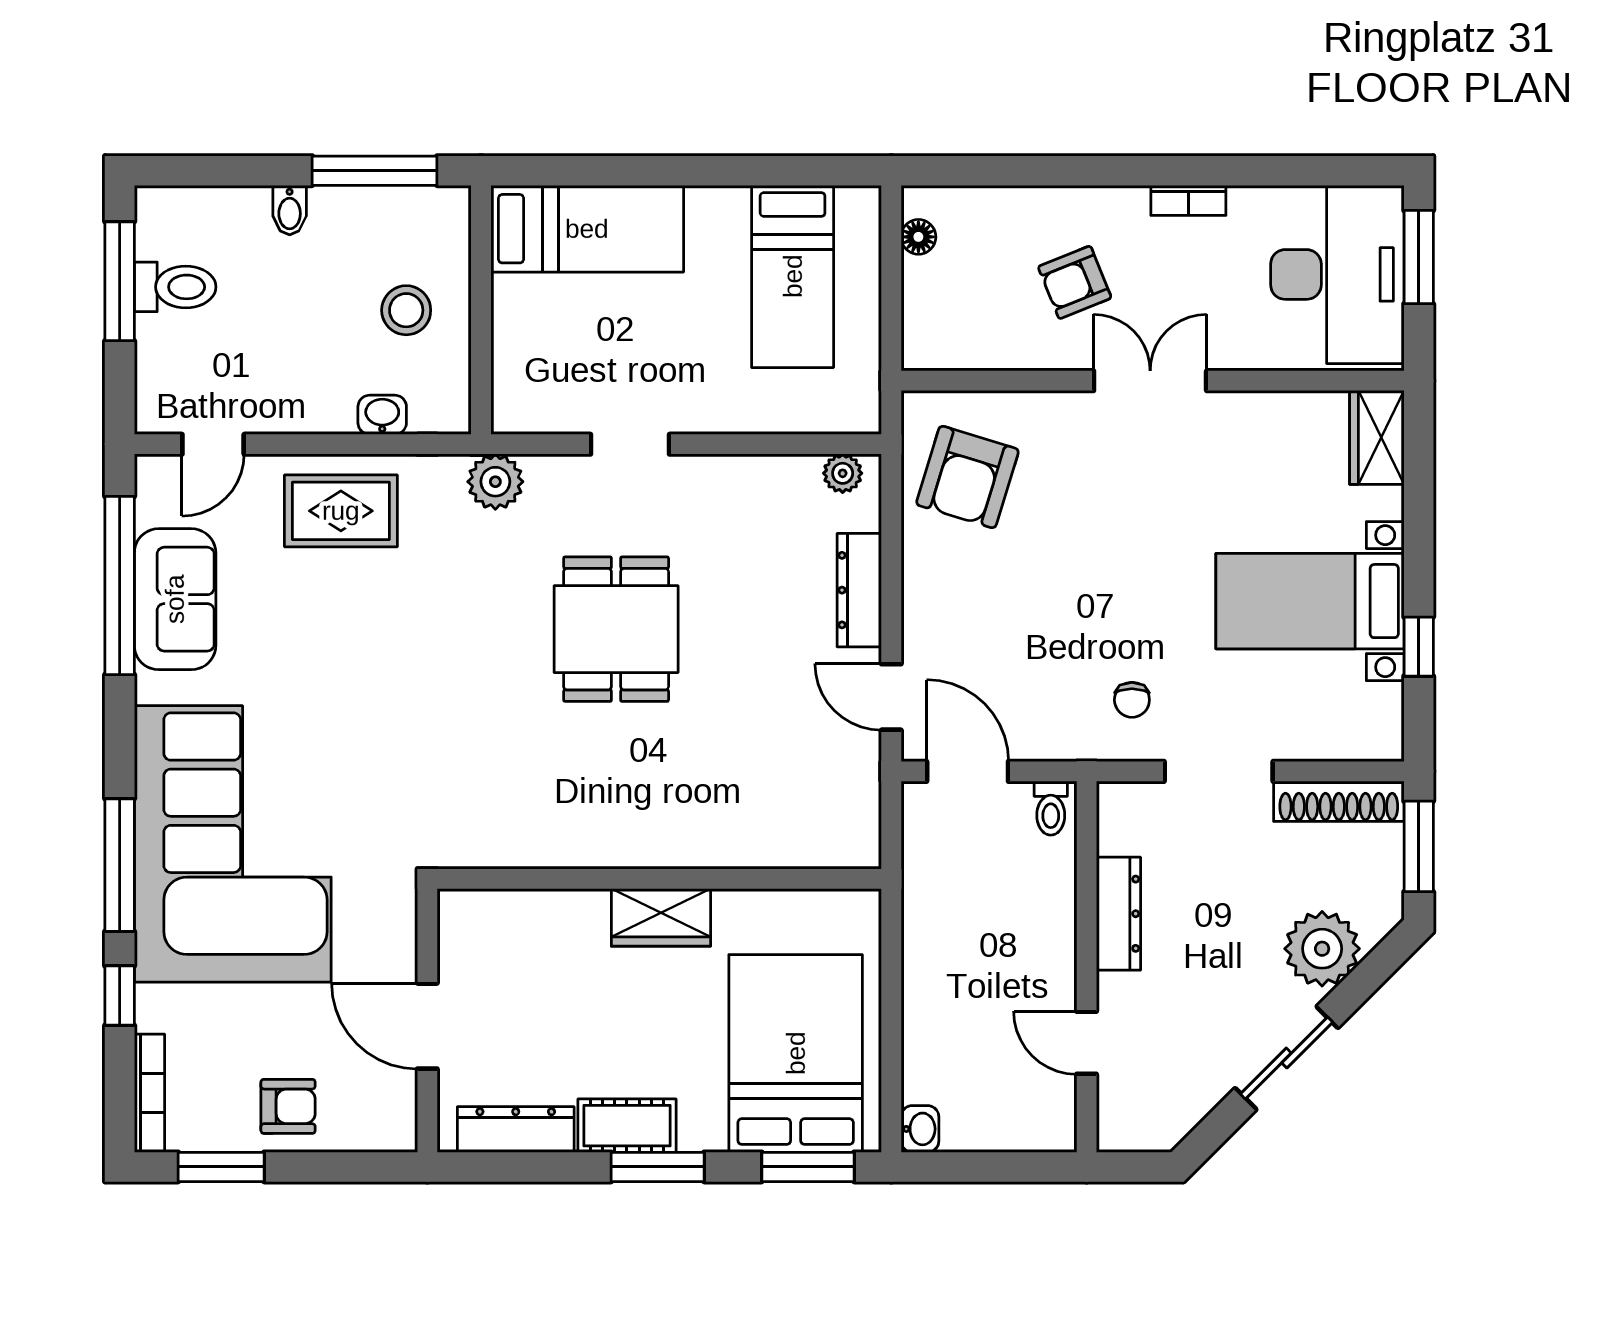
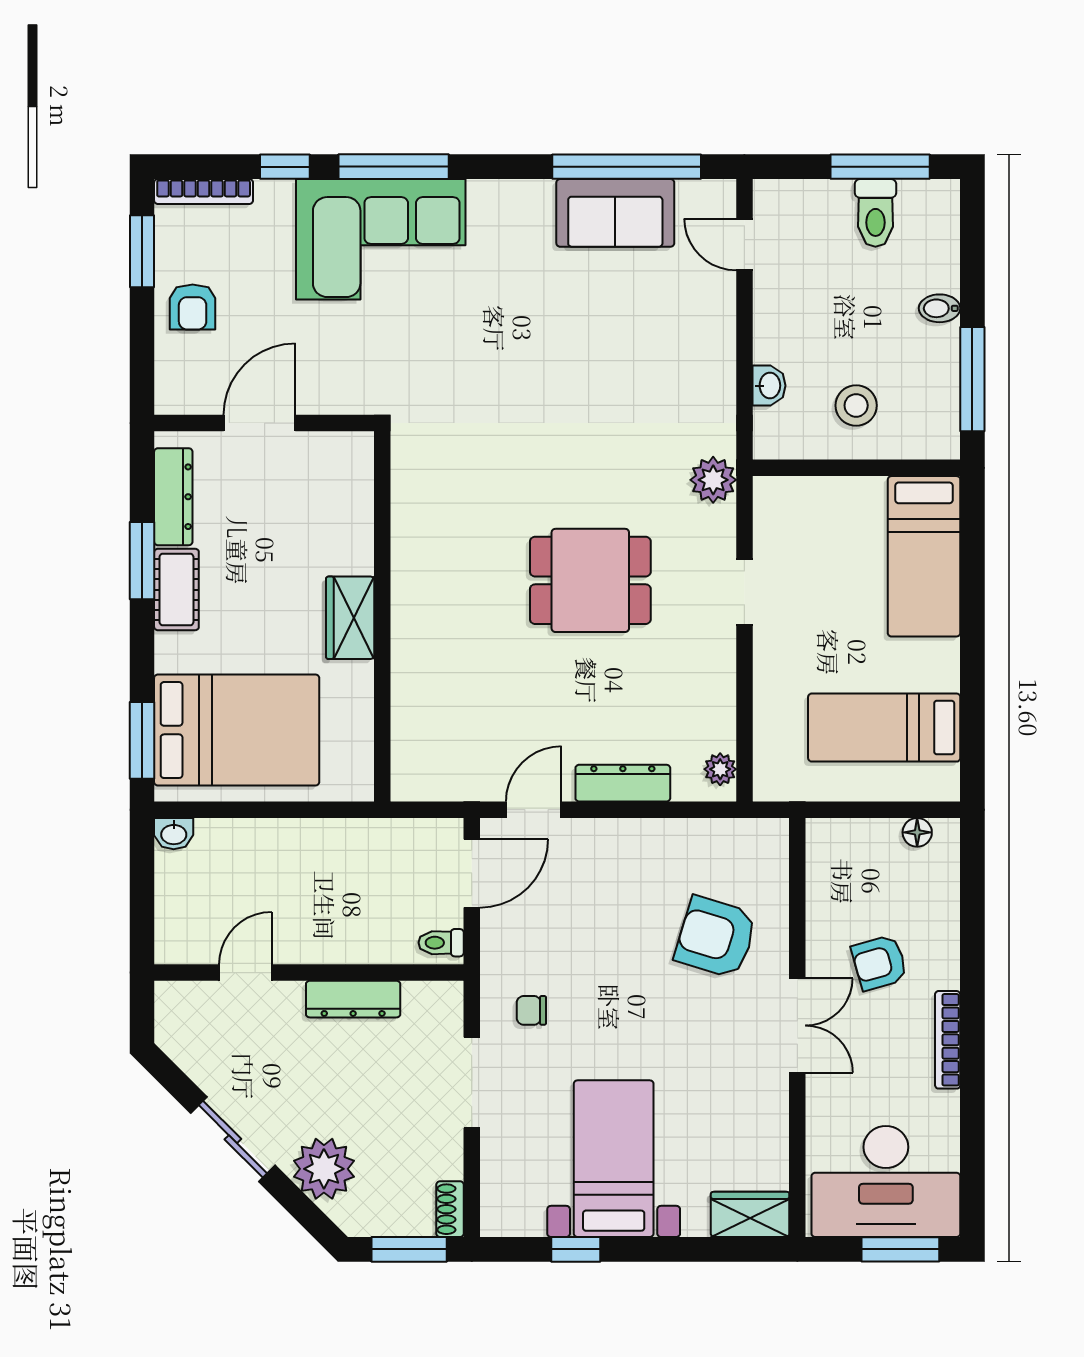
bookcase: (1188, 200) -> (948, 1040), width x1.56
armchair: (1075, 282) -> (879, 963), turned -84
armchair: (967, 477) -> (716, 937), moved
rug: (341, 511) -> (689, 351), removed
shoe rack: (1339, 801) -> (450, 1209), width x0.51, depth x0.81
corner sofa: (233, 844) -> (381, 239), width x0.73, depth x0.74
window: (658, 1167) -> (142, 561), moved

